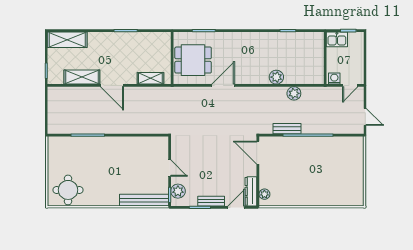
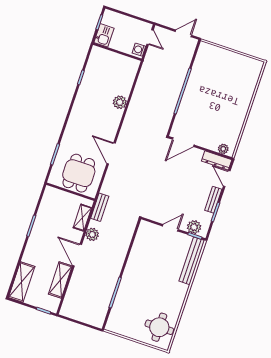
door: (112, 85) -> (77, 255), swing flipped
plant: (294, 93) -> (92, 234), moved
bench: (287, 129) -> (100, 207), moved

